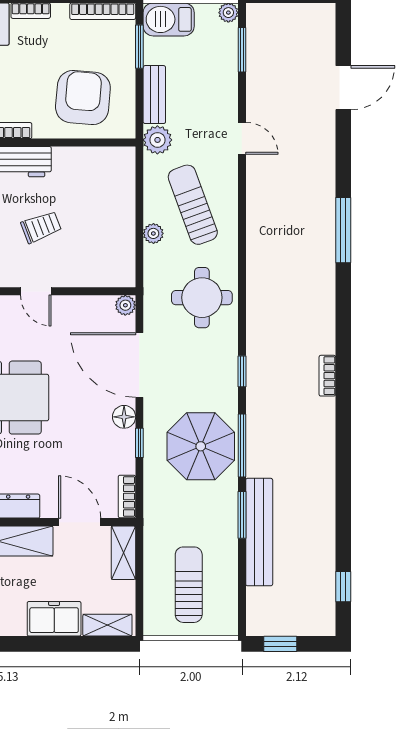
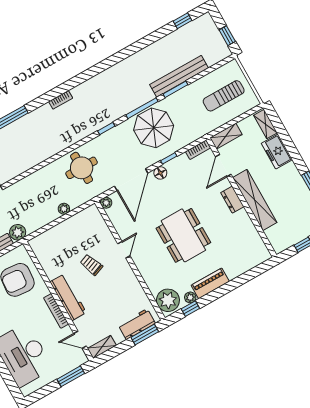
sun lounger: (193, 205) -> (39, 198), removed
bookcase: (327, 376) -> (61, 100), moved

